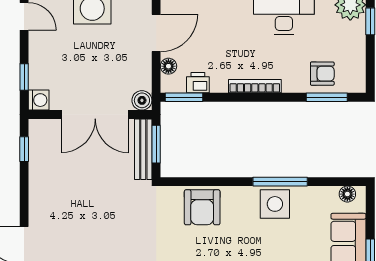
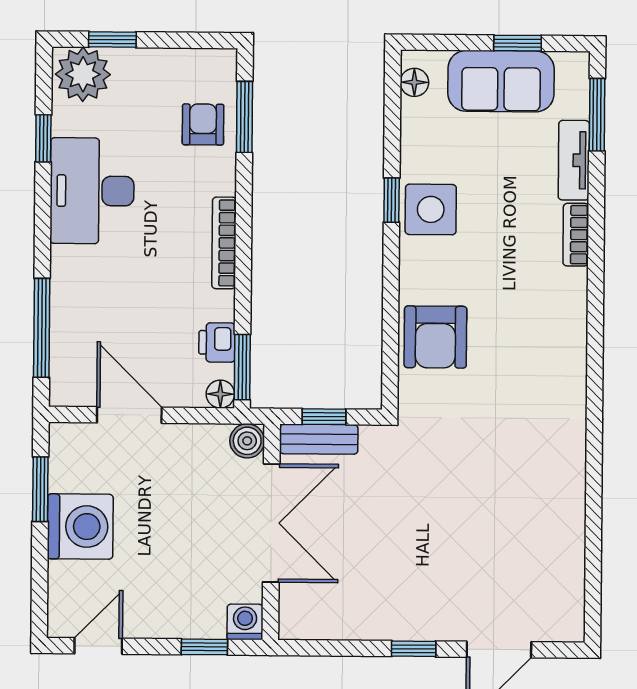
floor lamp: (168, 66) -> (220, 394), moved
window: (156, 144) -> (324, 417), width x0.67
window: (24, 149) -> (414, 649), moved
bench: (143, 149) -> (319, 439), width x0.73
window: (280, 182) -> (392, 200), width x0.46
armchair: (202, 207) -> (435, 337), turned 90

